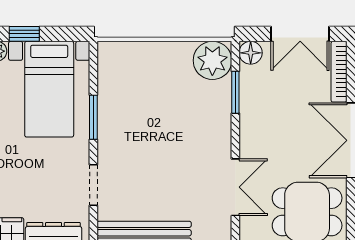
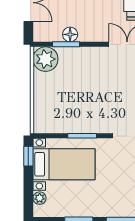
window: (24, 34) -> (28, 156), moved
floor lamp: (251, 53) -> (70, 34), moved

